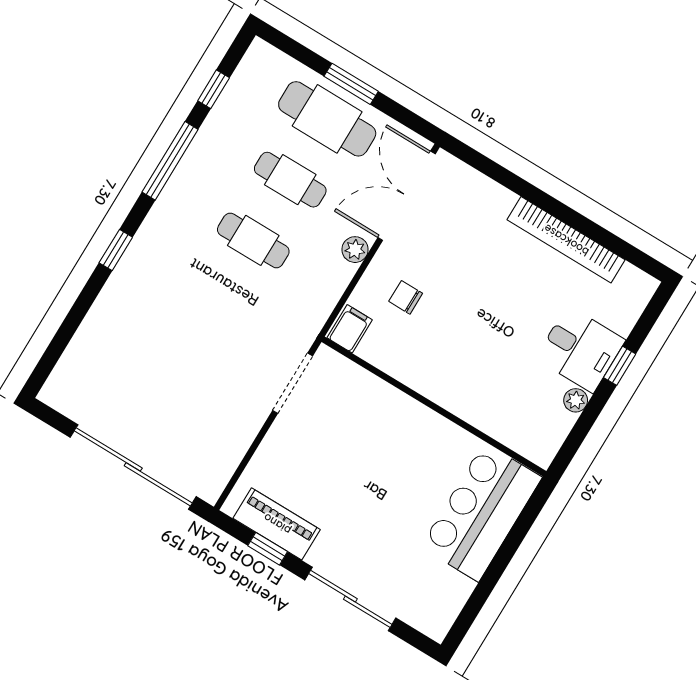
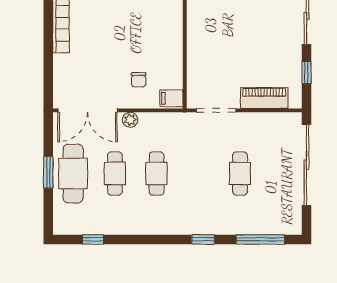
window: (170, 161) -> (260, 239), moved
cafe table: (179, 362) -> (240, 174), added
piano: (277, 524) -> (264, 98), moved, turned 90

